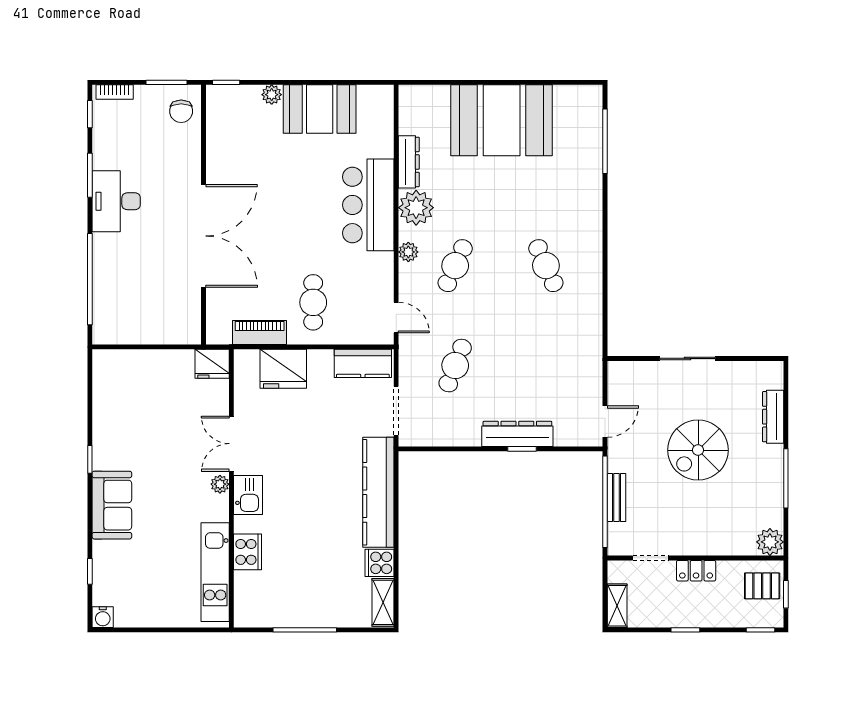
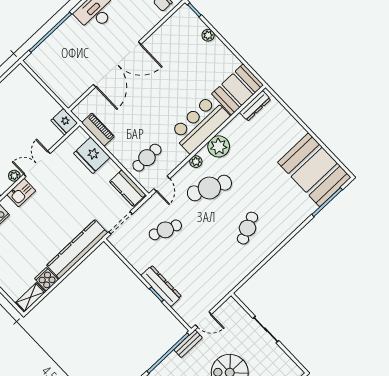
booth: (320, 109) -> (237, 89), moved, turned 90
booth: (502, 120) -> (314, 170), moved
dresser: (409, 162) -> (255, 106), moved
cafe table: (455, 266) -> (209, 188), width x1.37, depth x1.35
cafe table: (313, 302) -> (147, 158), moved
bench: (616, 497) -> (188, 344), moved

